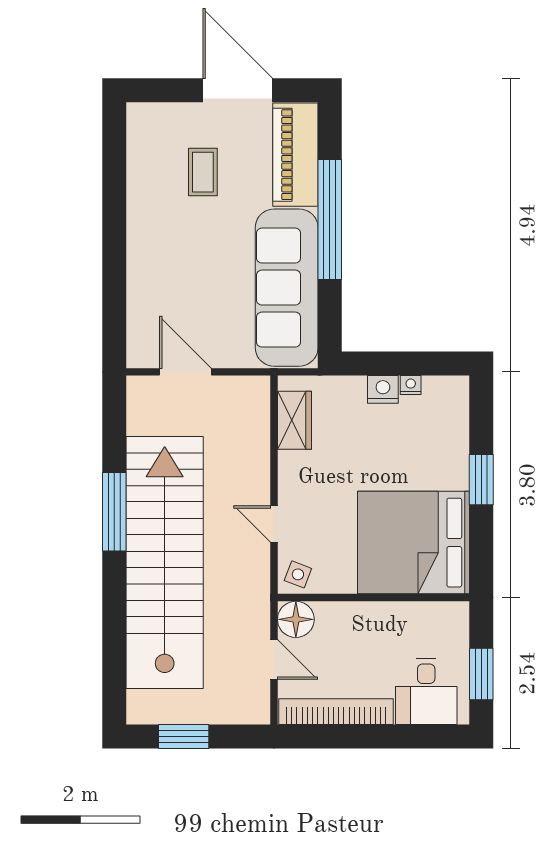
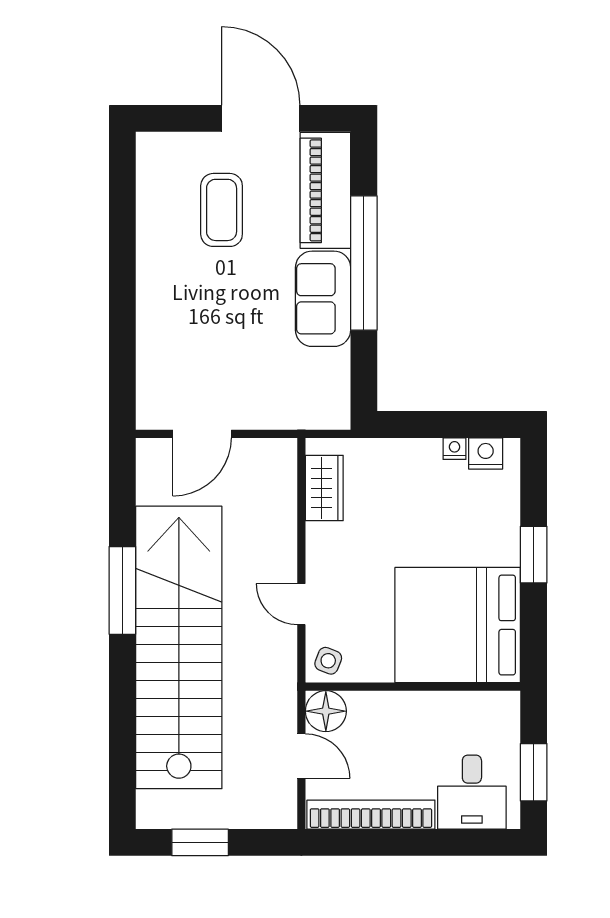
coffee table: (203, 172) -> (222, 210), width x1.36, depth x1.30
sofa: (287, 288) -> (323, 299), width x0.54, depth x0.79
door: (185, 372) -> (202, 434), swing flipped
nightstand: (383, 389) -> (486, 453), moved

